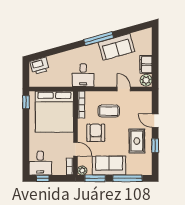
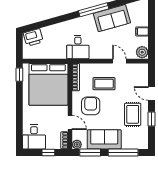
filing cabinet: (146, 64) -> (142, 31), width x0.50
window: (43, 178) -> (48, 152), moved

